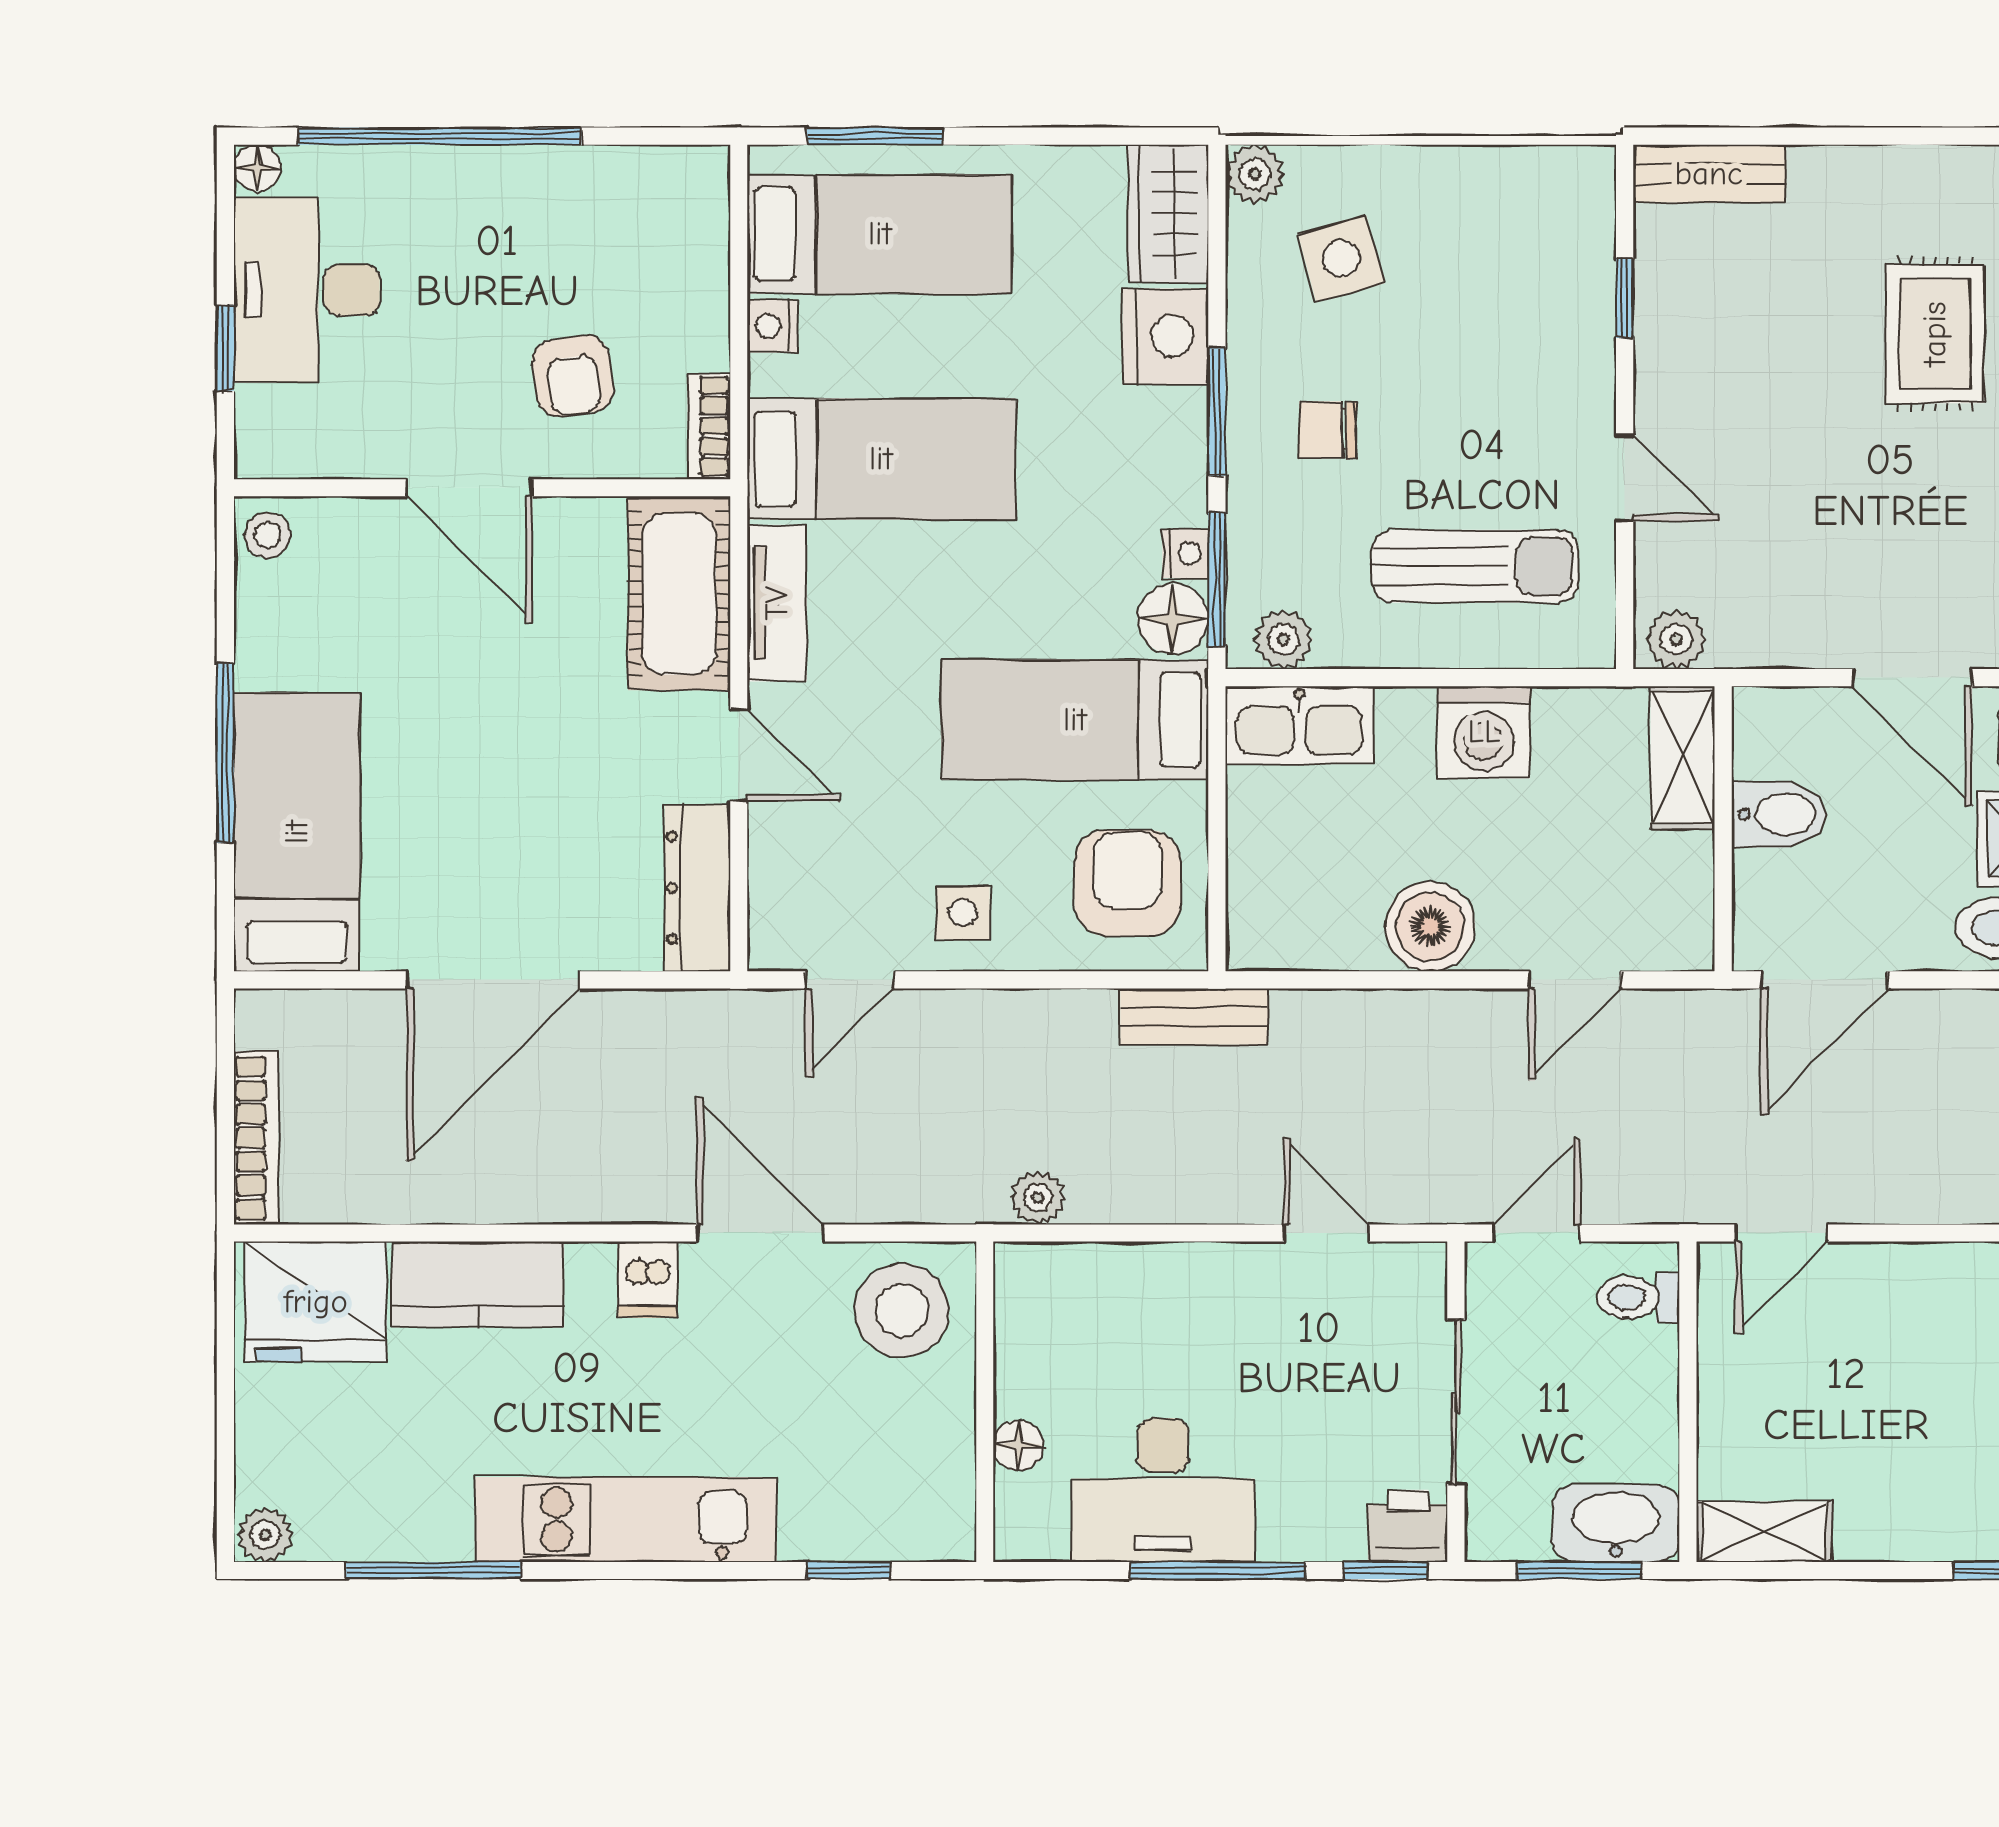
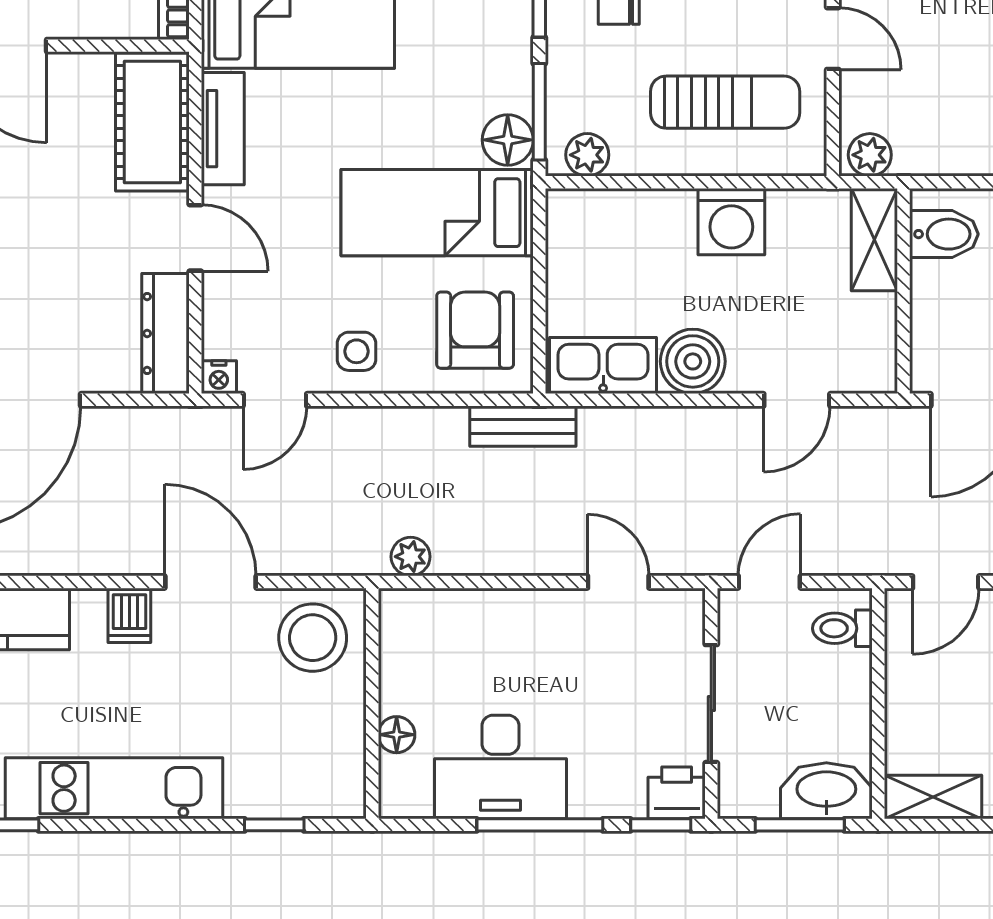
nightstand: (1185, 553) -> (219, 377), moved, turned 90
kitchen sink: (1299, 725) -> (603, 366), moved, turned 180
bidet: (1779, 814) -> (944, 234), moved

